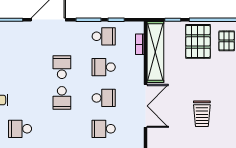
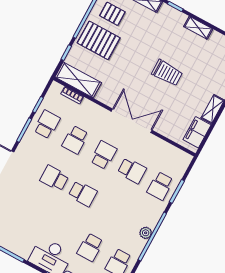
shelving: (155, 52) -> (78, 80), width x0.68
school desk: (104, 129) -> (132, 171), turned -90

